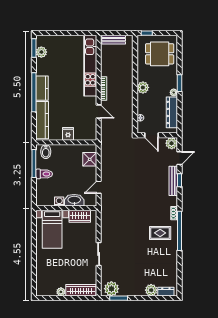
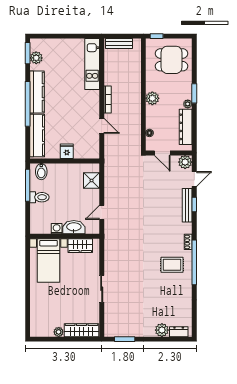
kitchen unit: (90, 66) -> (92, 64), width x0.73
kitchen counter: (42, 88) -> (37, 92), width x1.50
plant: (111, 289) -> (116, 328), removed

